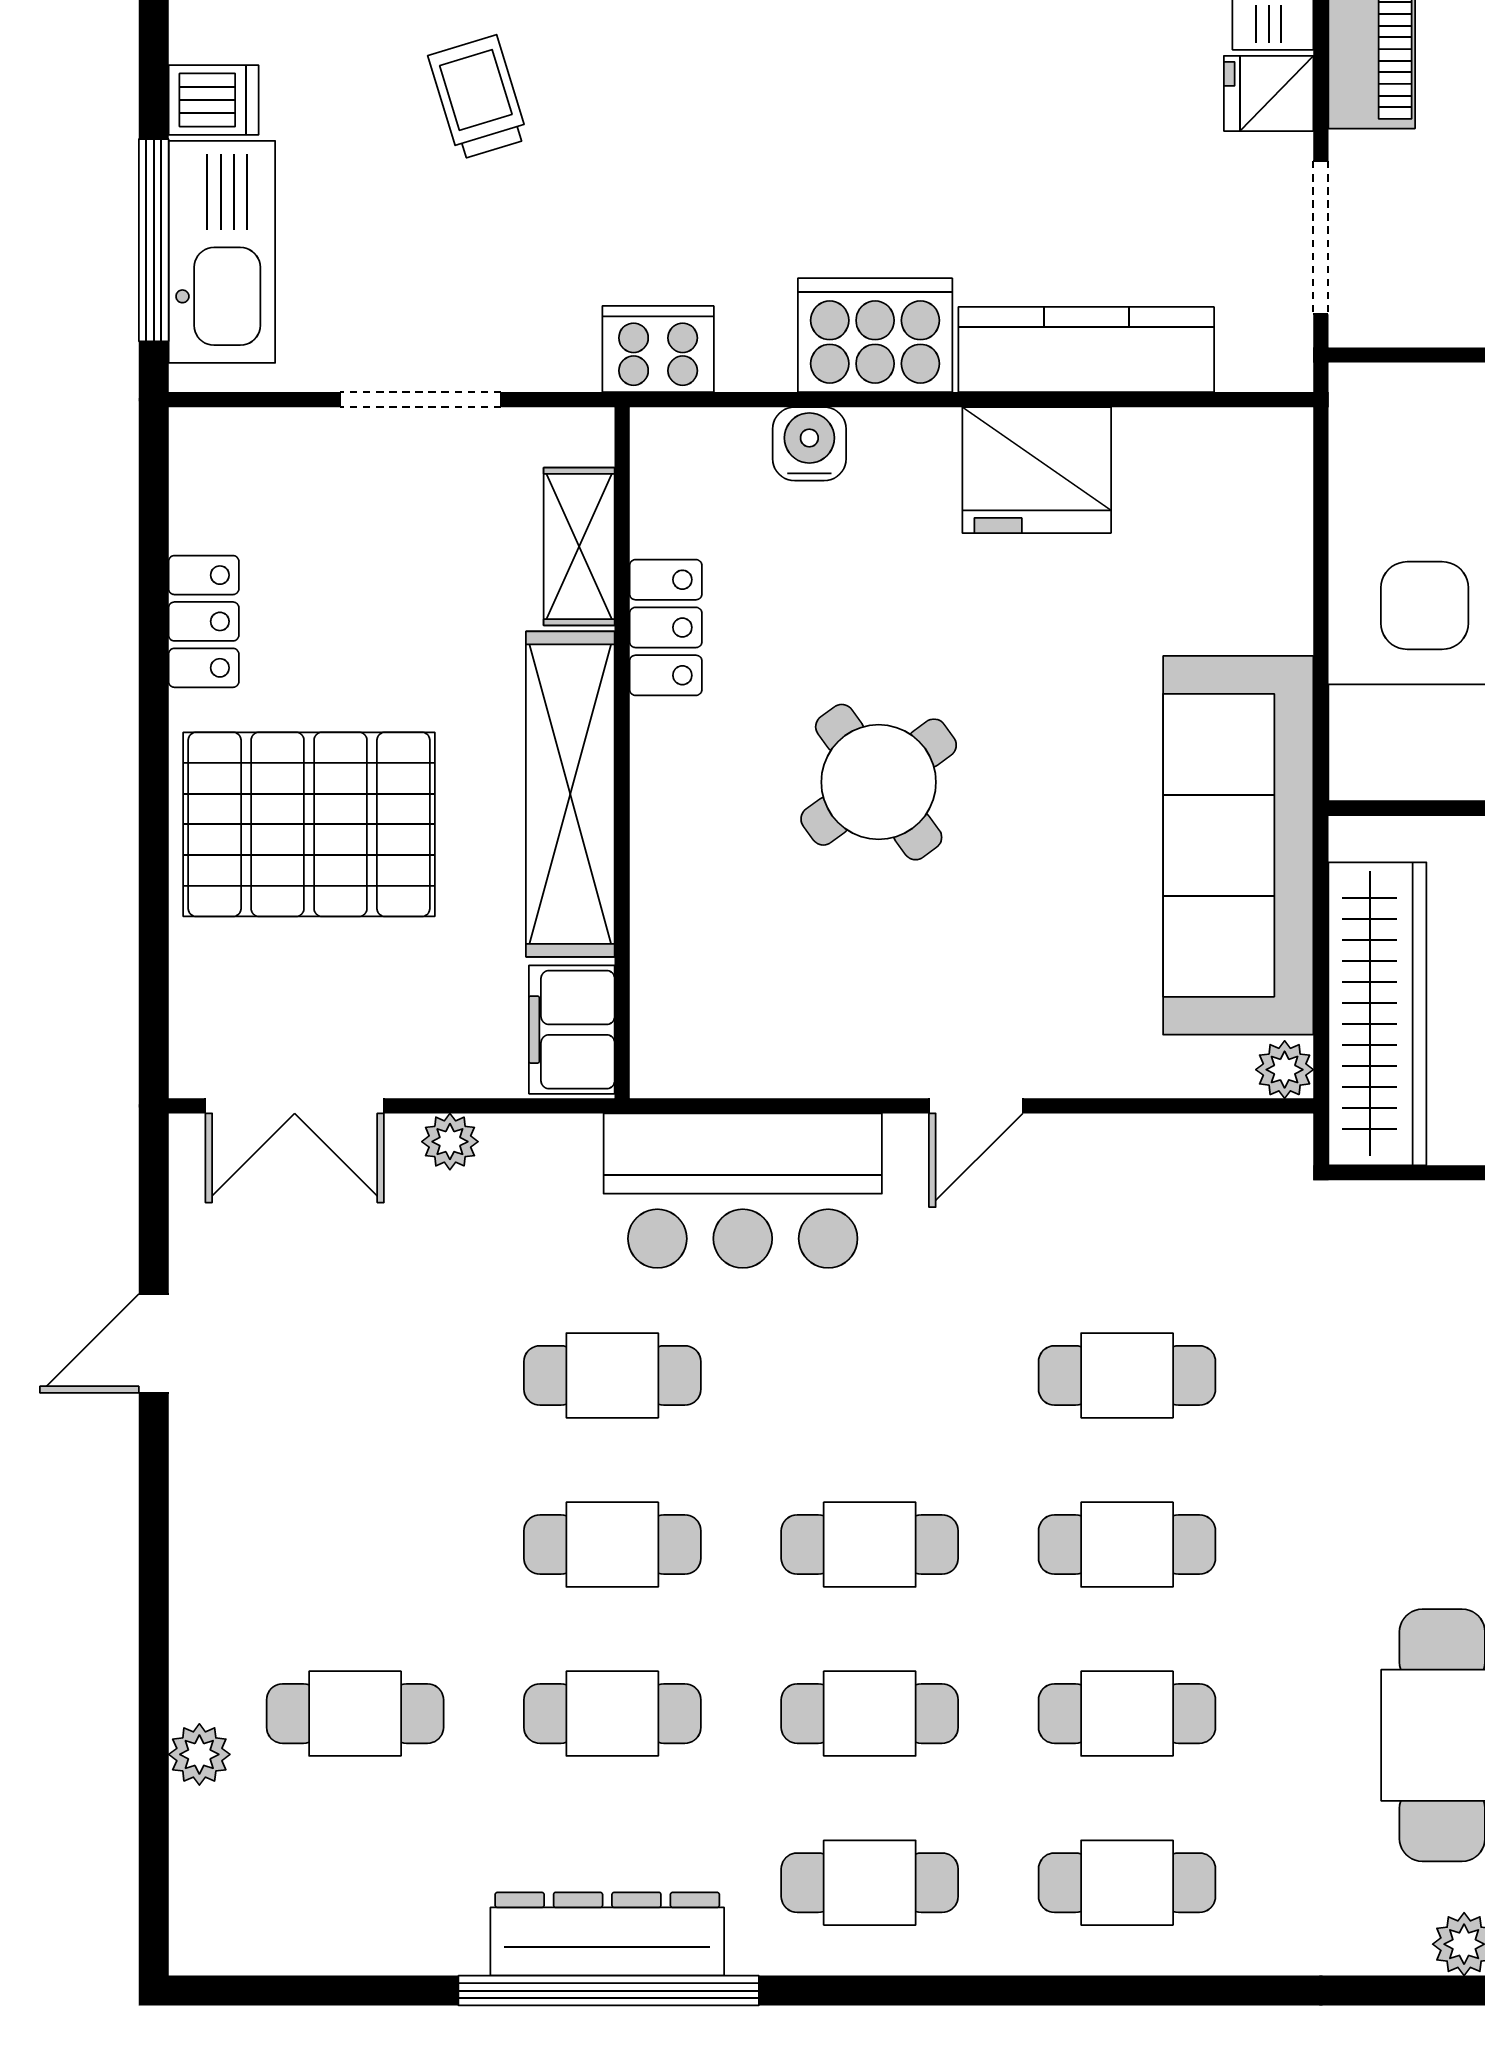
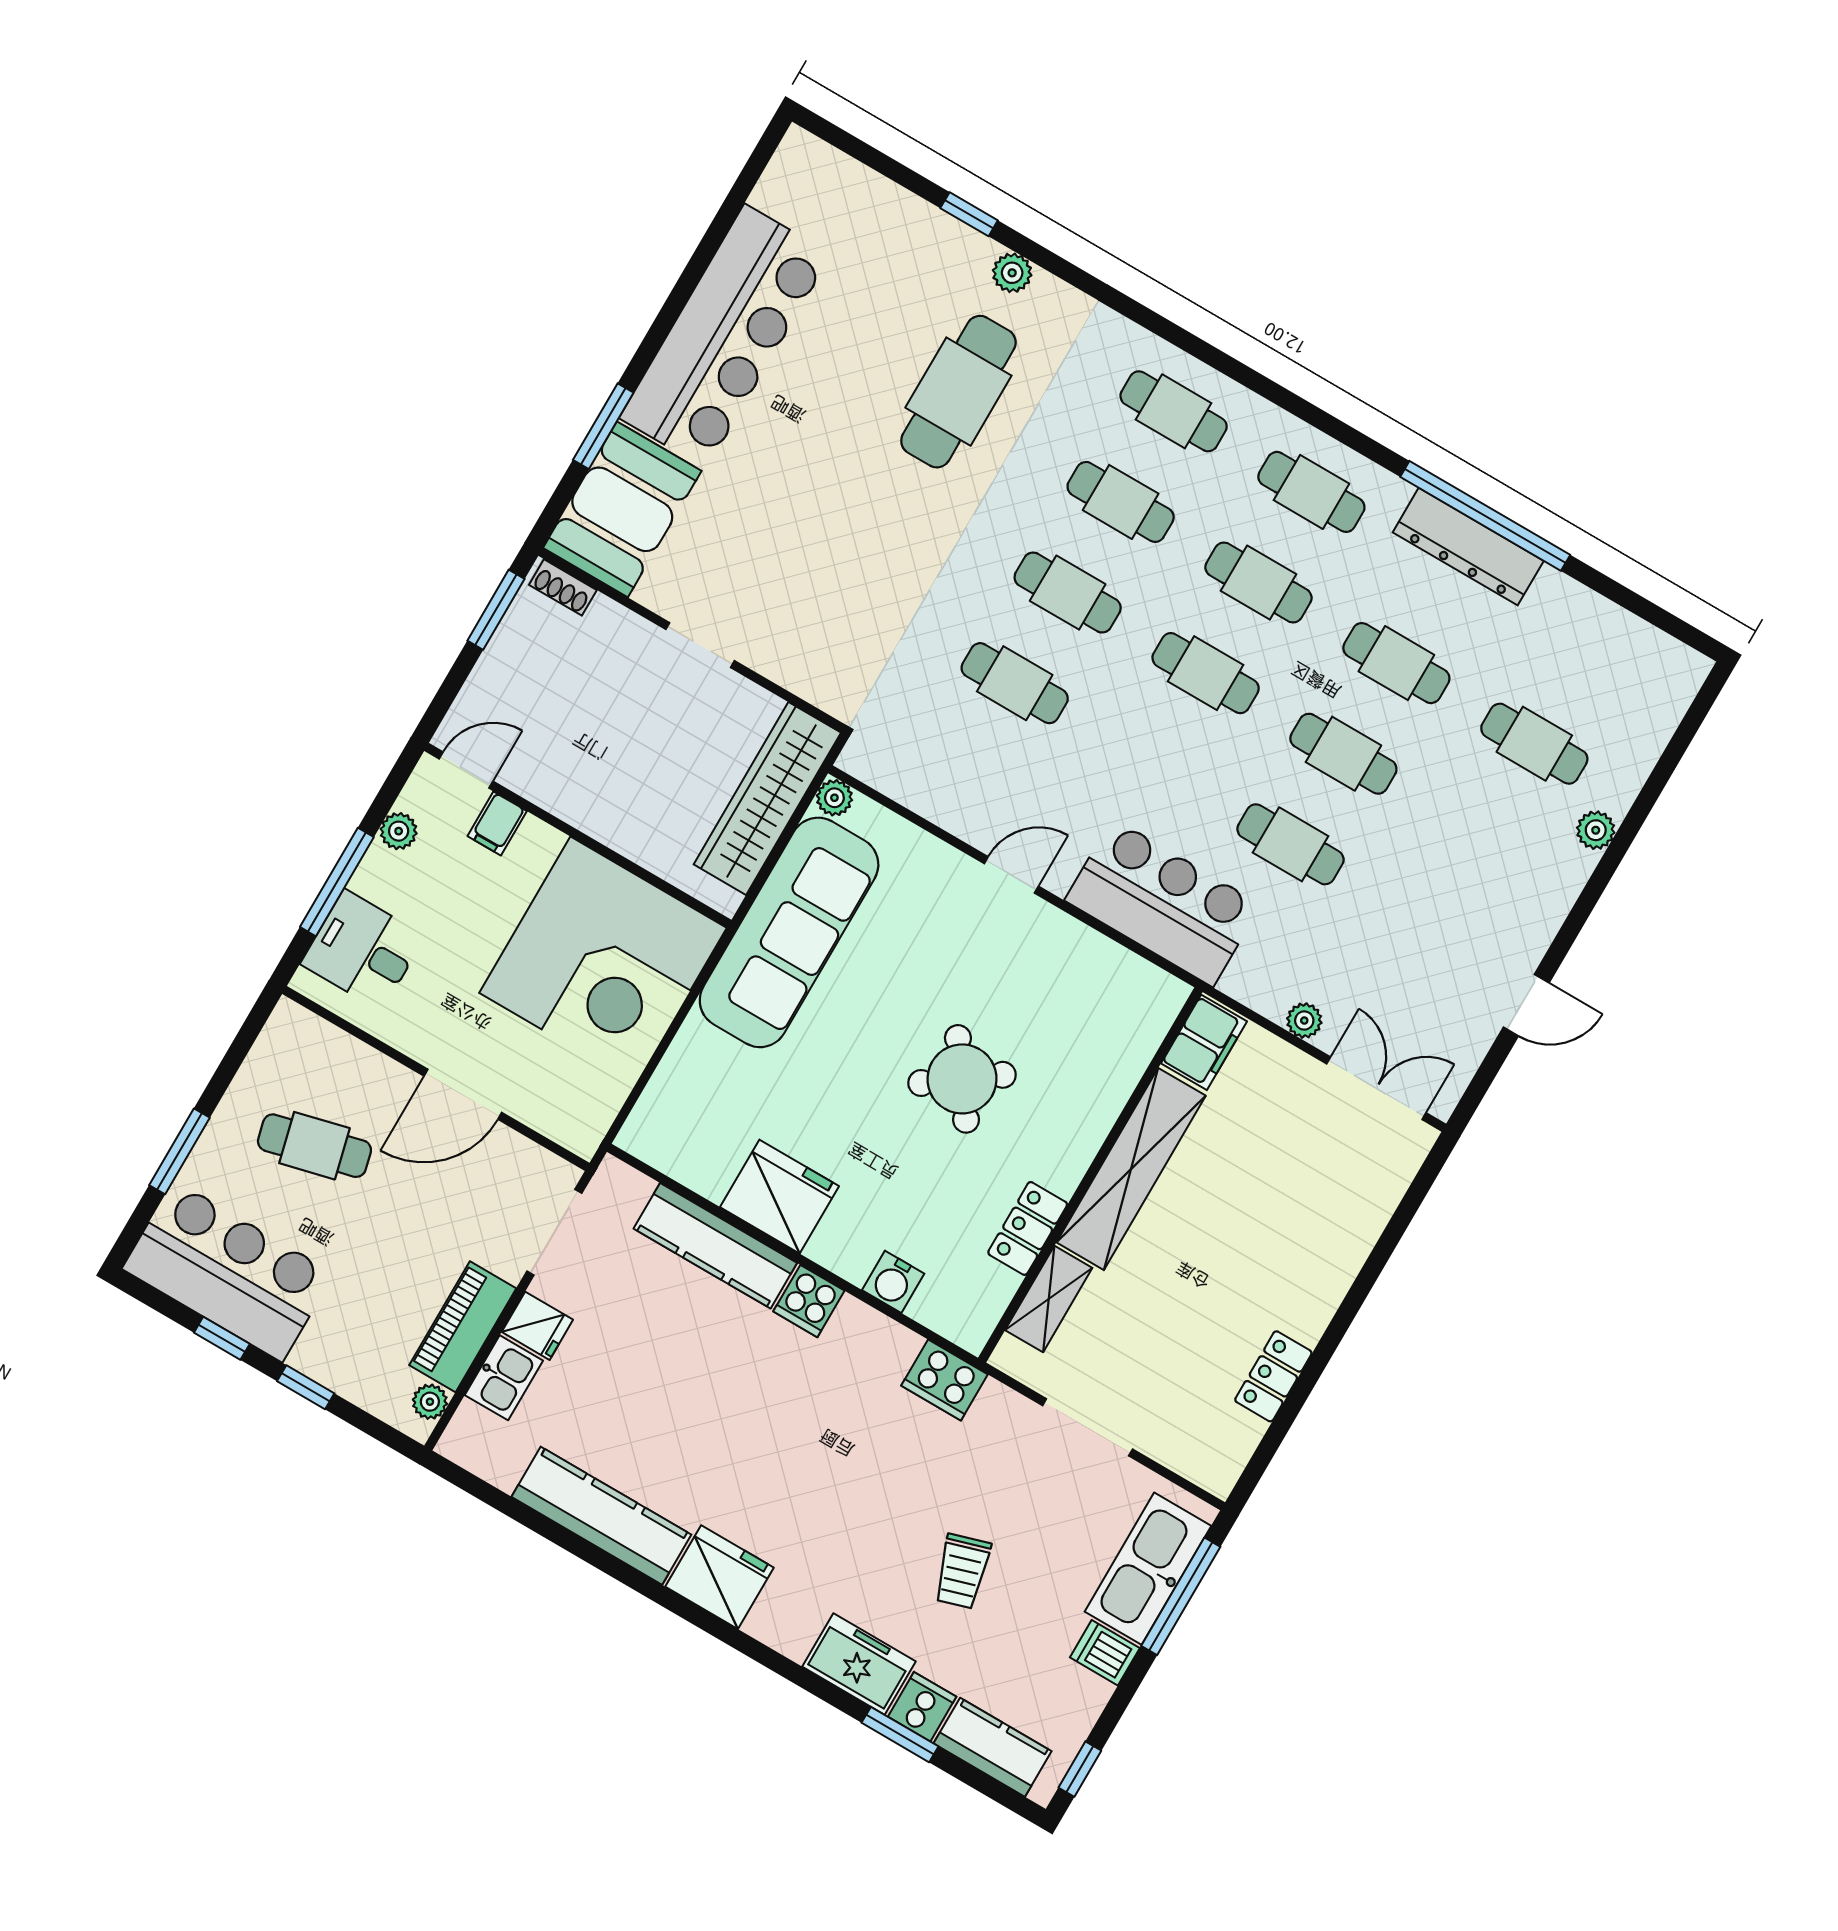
cooker: (875, 335) -> (809, 1301), width x0.53, depth x0.76
pallet: (309, 824) -> (1280, 1235), removed
plant: (199, 1754) -> (1596, 830), moved

